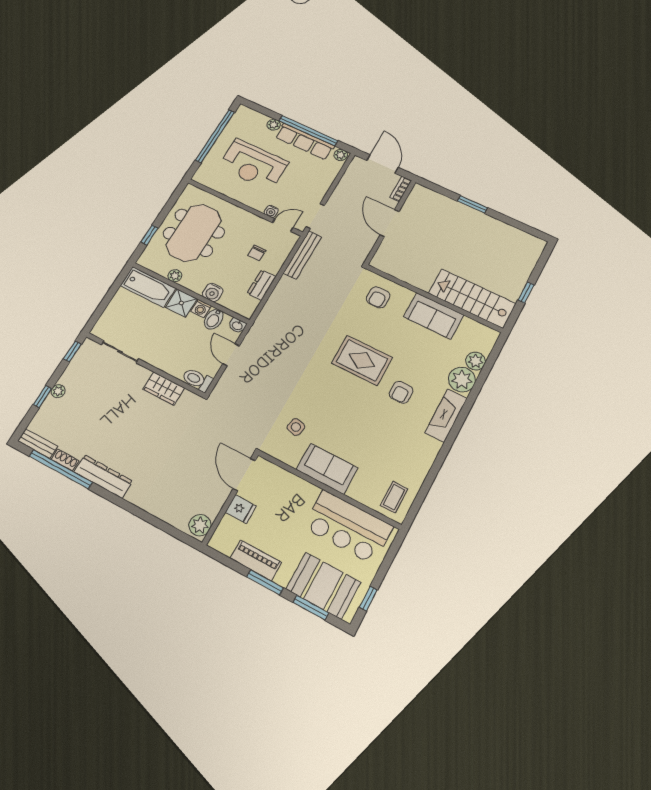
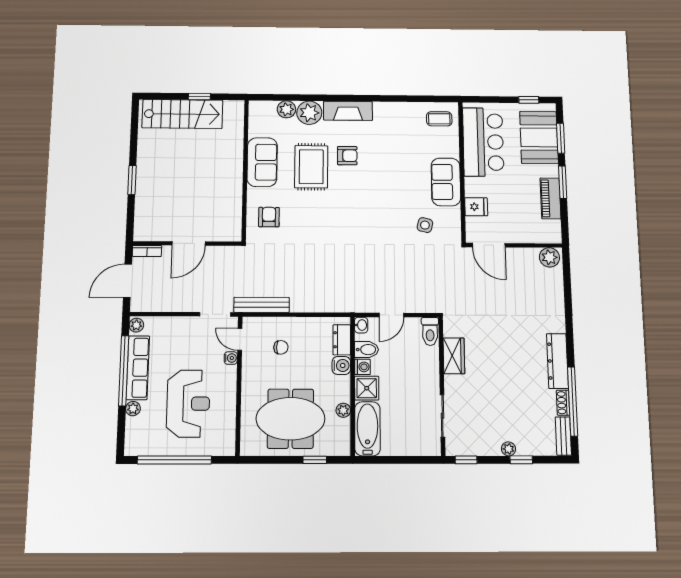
dresser: (261, 285) -> (342, 340), moved, turned 90
armchair: (378, 297) -> (269, 217), turned -90
stairs: (472, 298) -> (182, 114), moved, turned -90
rug: (362, 360) -> (311, 167), moved
door: (244, 475) -> (489, 245), hinge flipped
fridge: (241, 509) -> (476, 207), moved, turned 90

